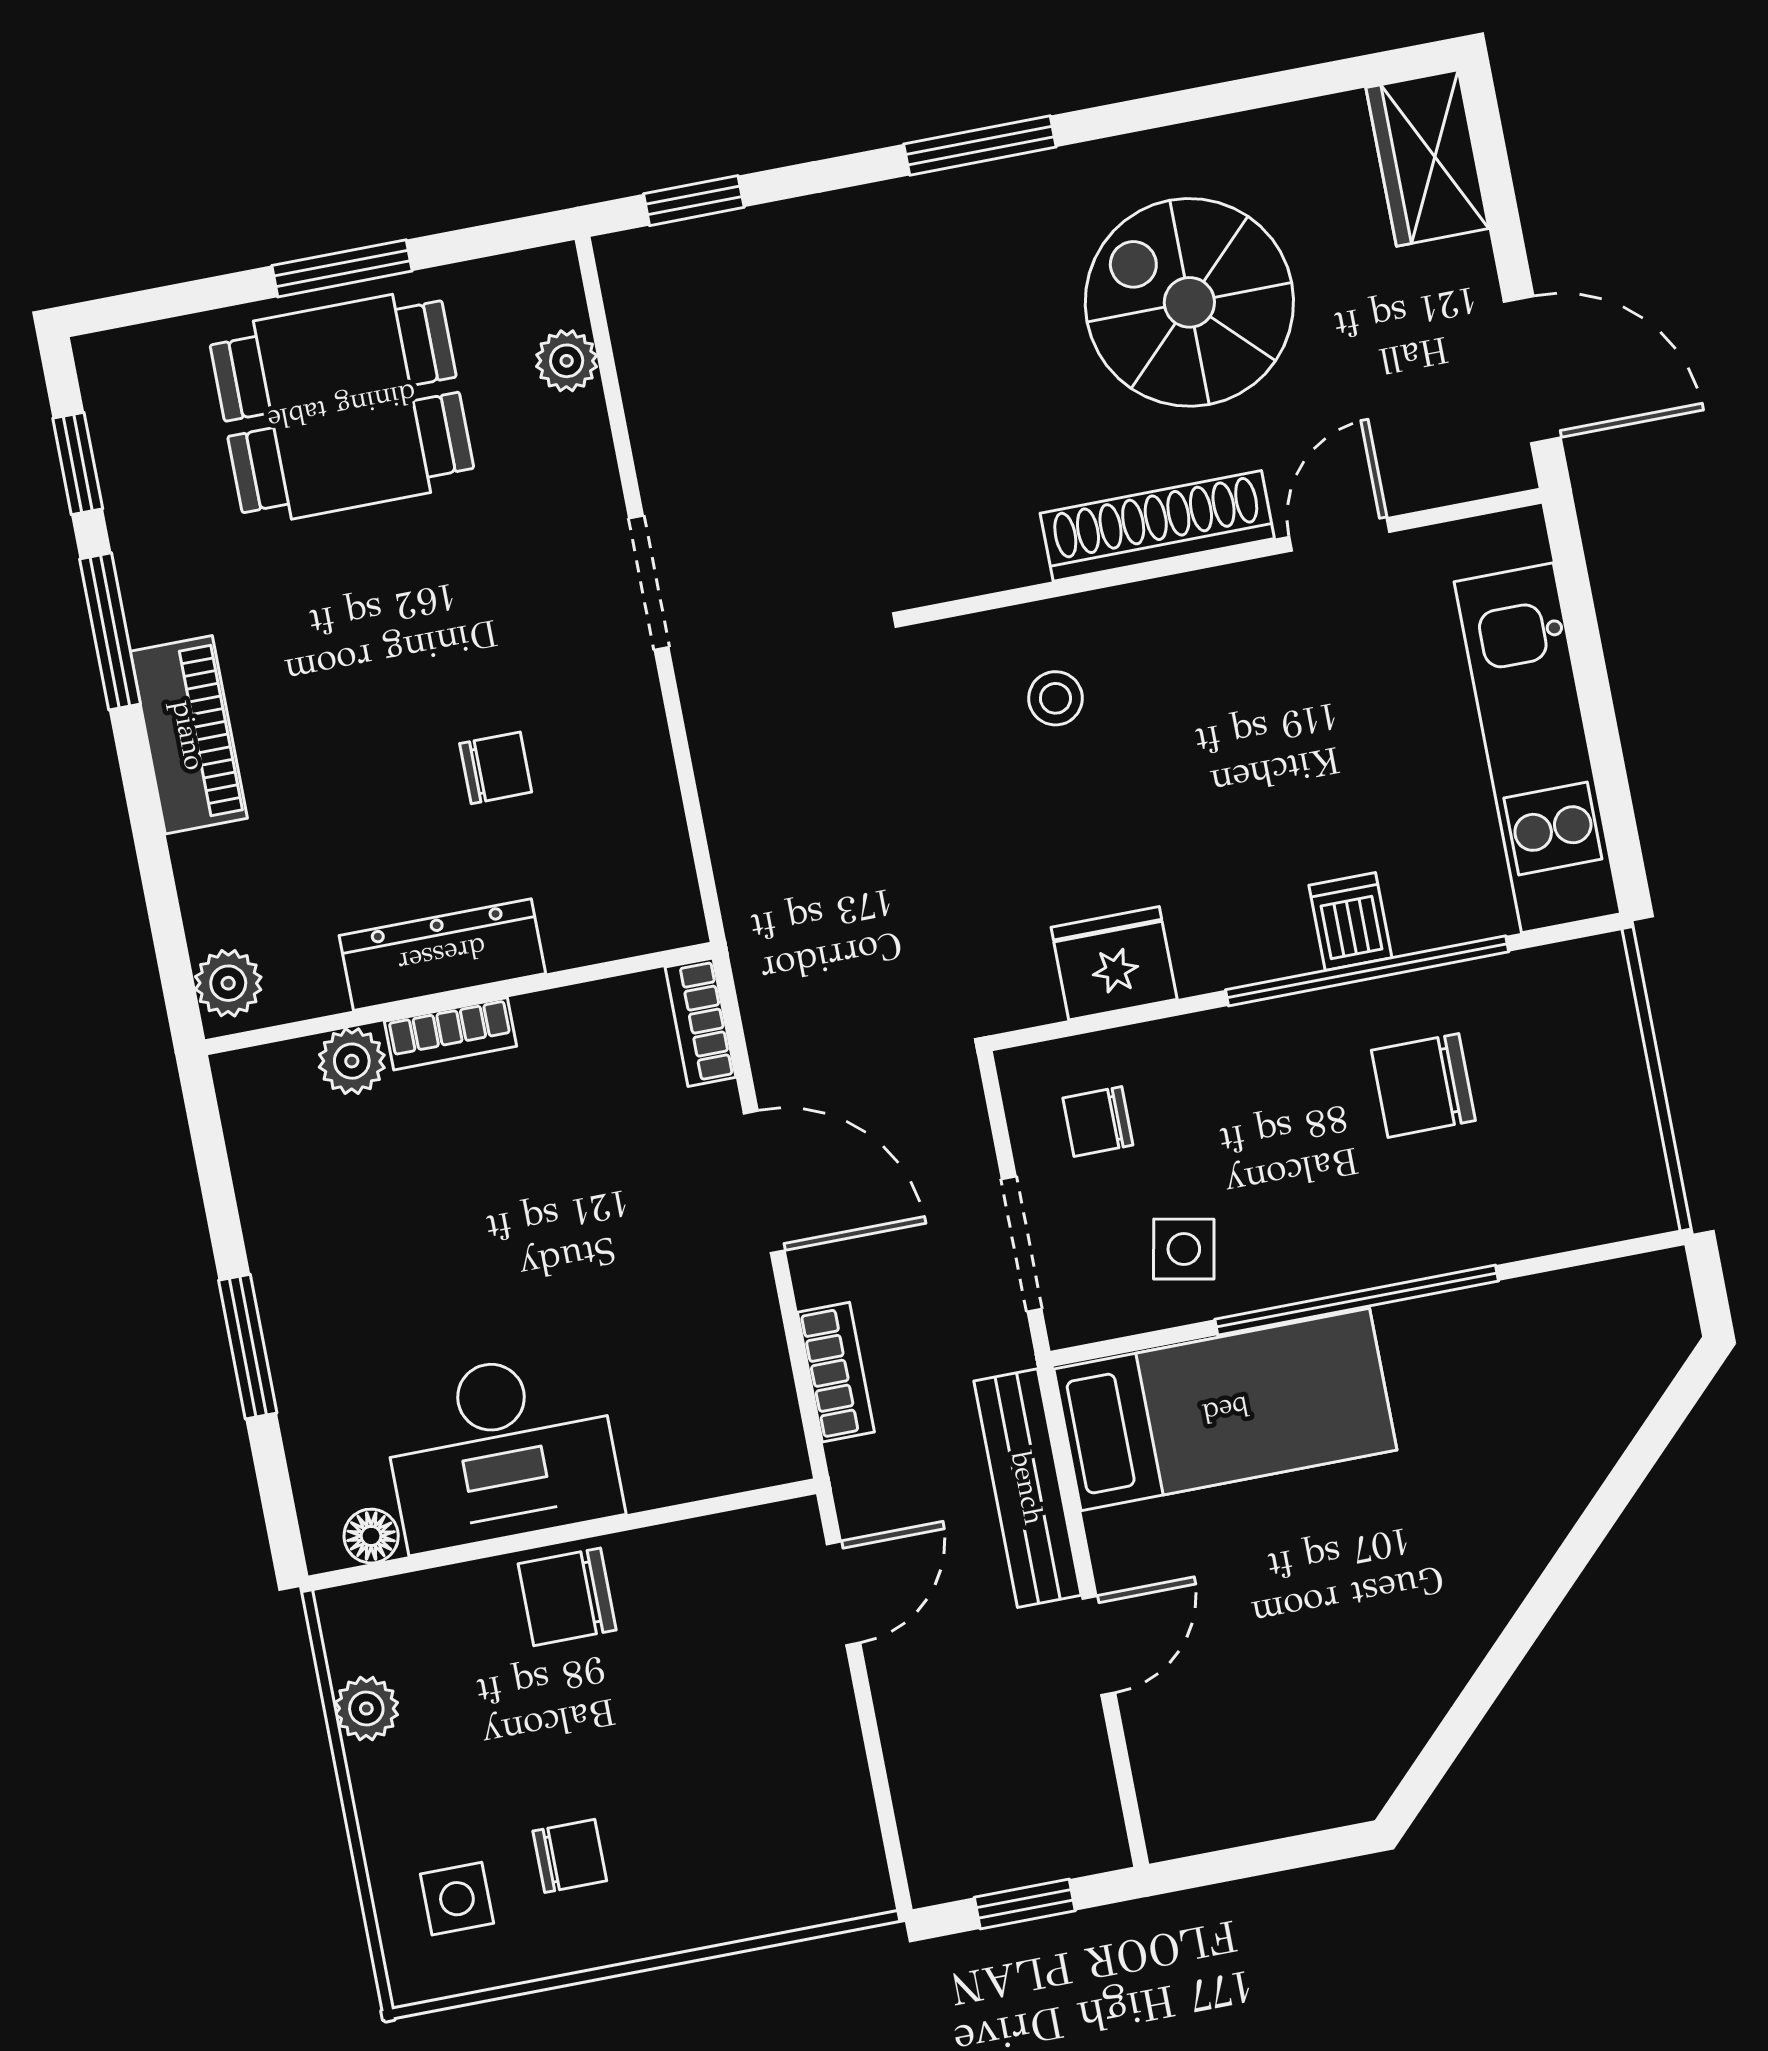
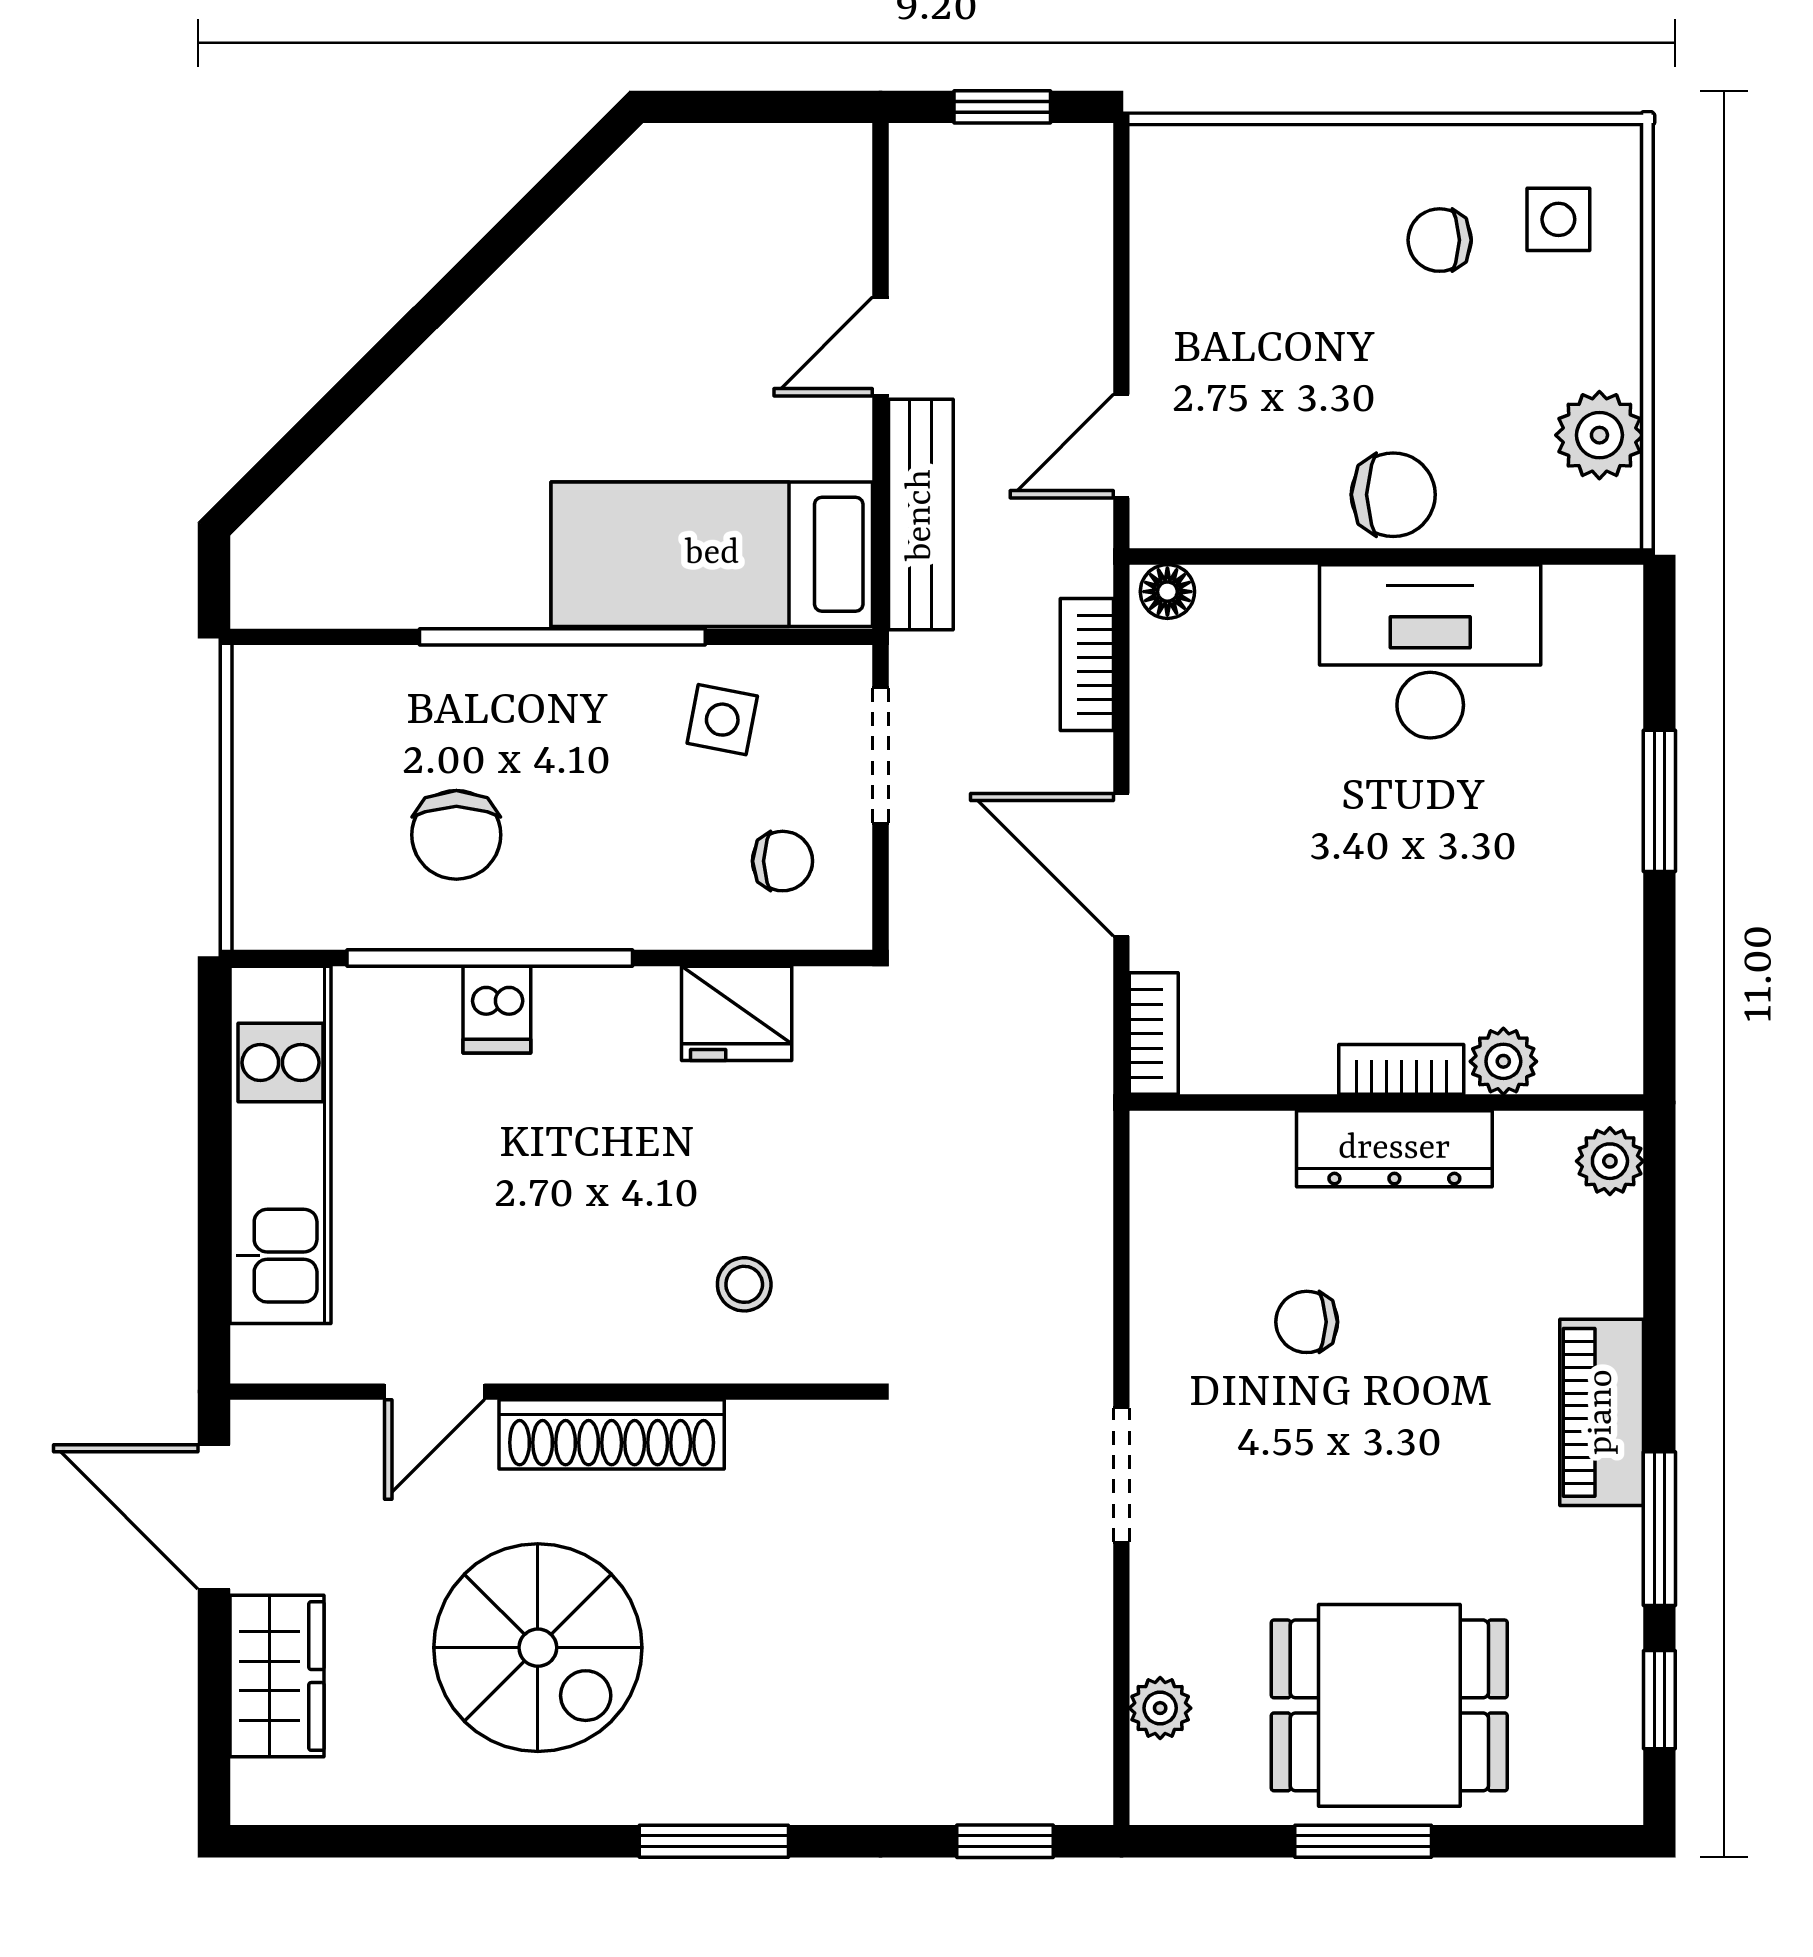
wardrobe: (1427, 158) -> (277, 1676), moved
chair: (1423, 1085) -> (456, 835), turned 90
floor lamp: (371, 1536) -> (1167, 592), moved
plant: (366, 1709) -> (1599, 435), width x1.38, depth x1.38

